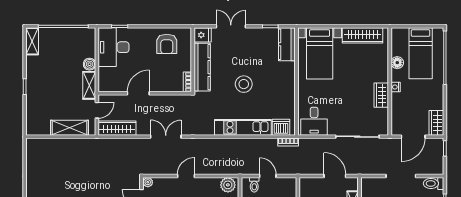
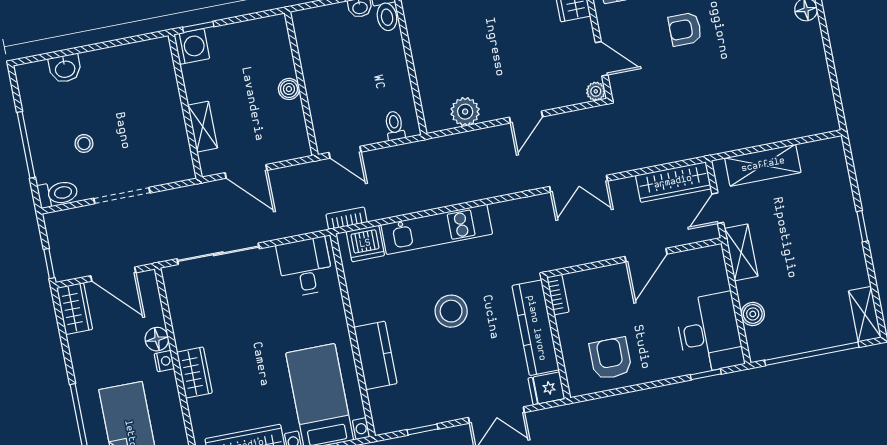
kitchen counter: (287, 44) -> (375, 355), moved
floor lamp: (397, 63) -> (157, 339), moved
boiler: (90, 64) -> (753, 314), moved
wardrobe: (381, 95) -> (194, 373), moved
door: (413, 137) -> (113, 274), swing flipped
door: (268, 176) -> (345, 152), moved
plant: (228, 185) -> (465, 112), moved

